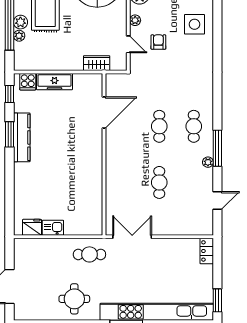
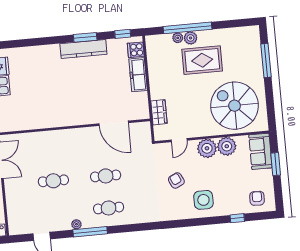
plant: (135, 20) -> (207, 148), width x1.88, depth x1.88
armchair: (158, 42) -> (176, 180), moved, turned -116

